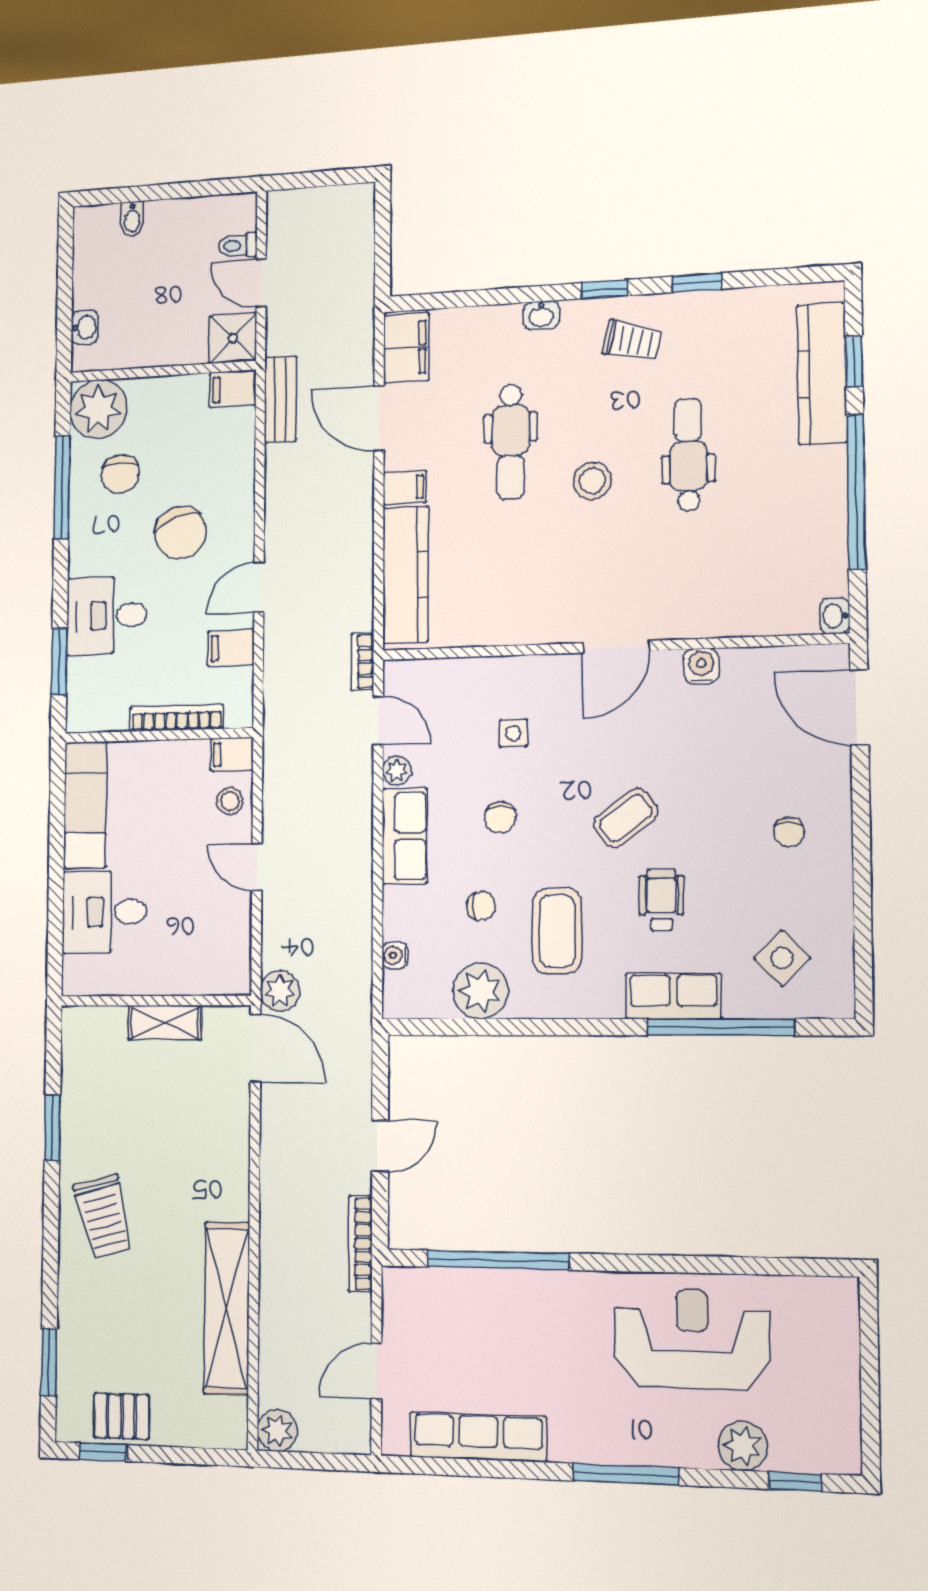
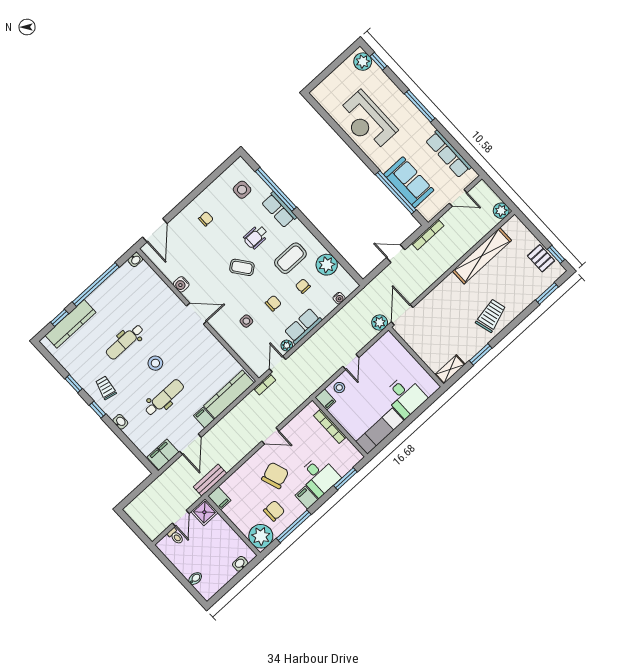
filing cabinet: (231, 648) -> (307, 498), moved, turned 180
side table: (782, 958) -> (242, 190), turned 45
shelving: (165, 1022) -> (450, 369), moved, turned 90
sofa: (494, 1305) -> (409, 182), added
plant: (743, 1446) -> (363, 62), moved

